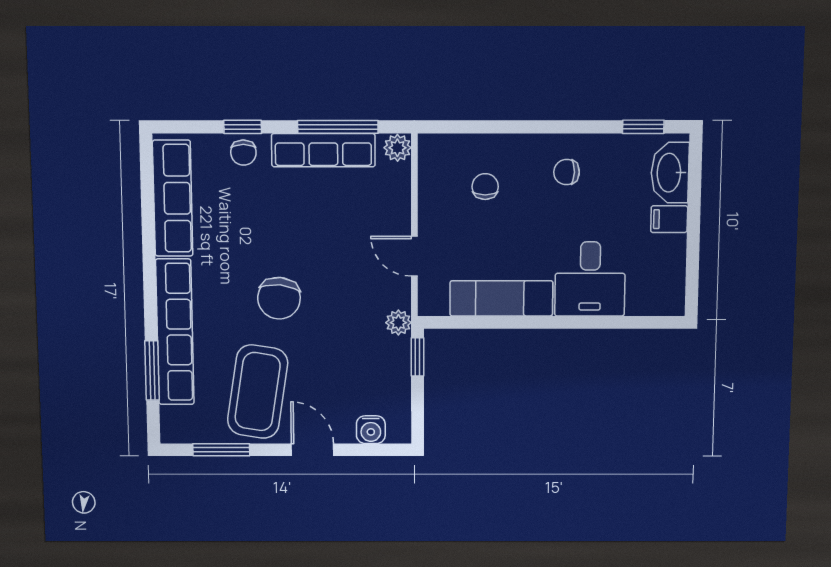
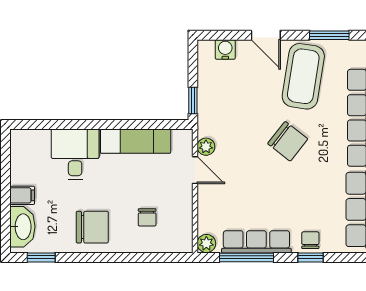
chair: (567, 172) -> (92, 227), width x1.87, depth x1.87
chair: (279, 298) -> (288, 141), turned 122
plant: (398, 323) -> (206, 147), moved

